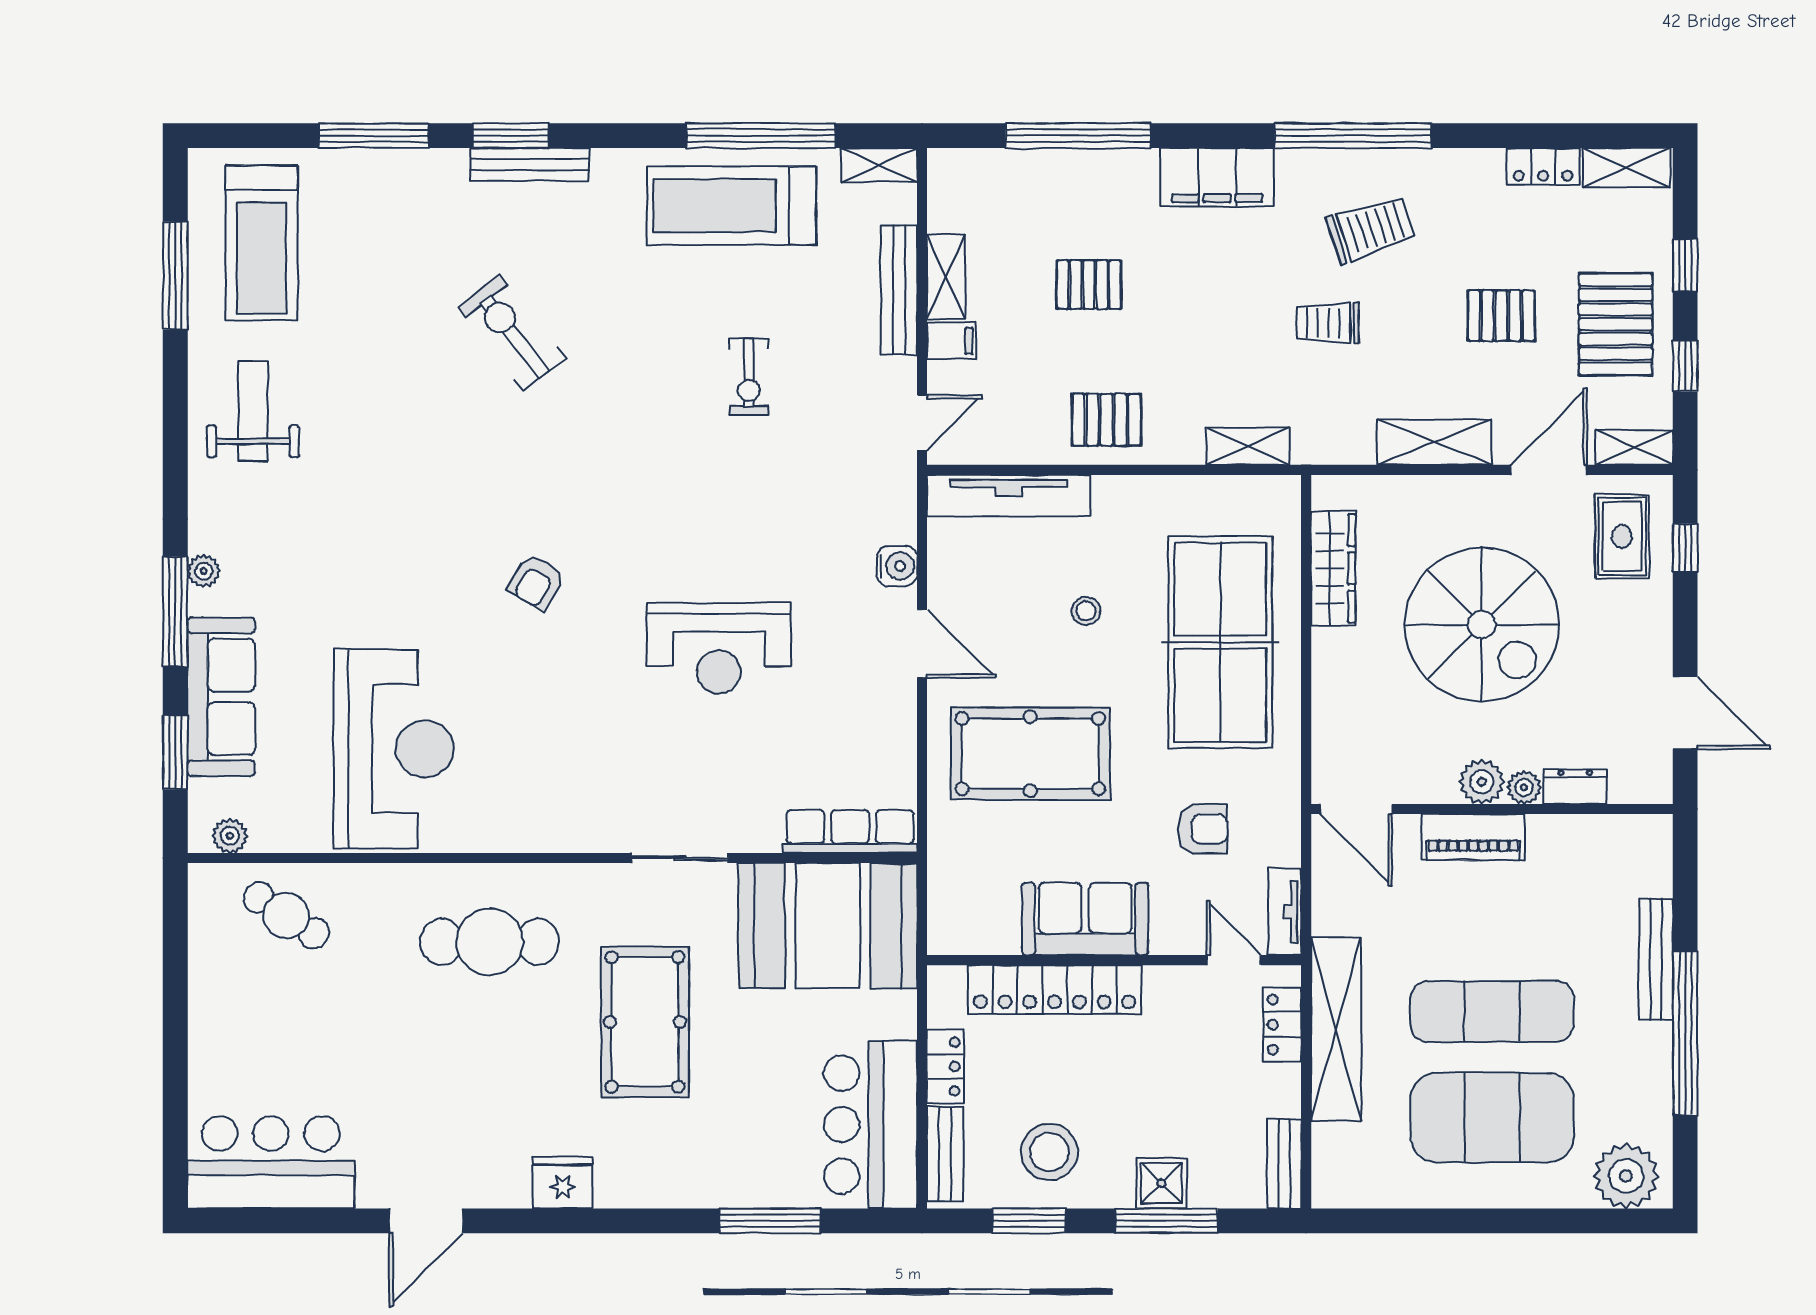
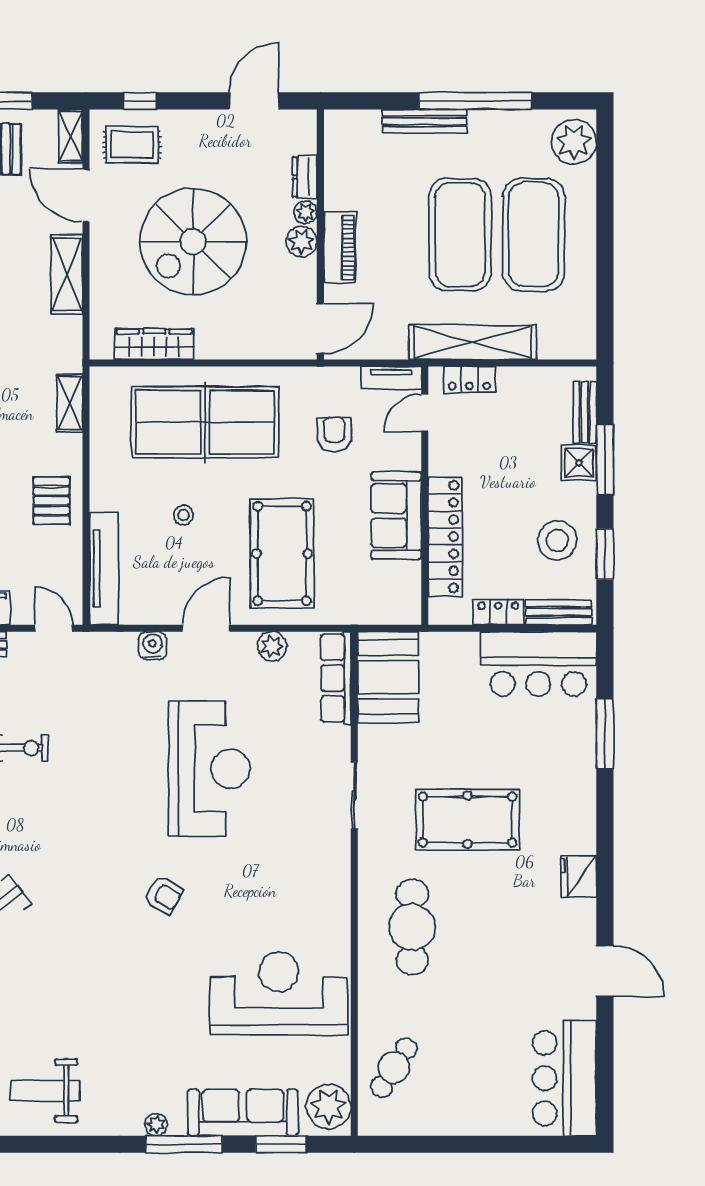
spiral stairs: (1482, 625) -> (193, 242), turned 180
reception desk: (719, 648) -> (209, 769), width x1.36, depth x1.30
plant: (896, 739) -> (272, 646), added
plant: (230, 836) -> (329, 1106), width x1.87, depth x1.87
booth: (828, 926) -> (388, 677), width x0.73, depth x0.70
exercise mat: (1492, 1011) -> (460, 234), width x1.47
bench: (1284, 1164) -> (585, 412), moved, turned 90

